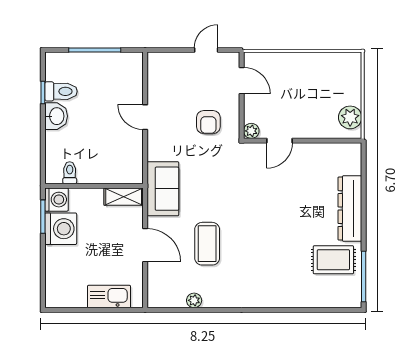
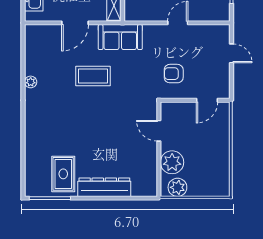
door: (206, 50) -> (232, 53), moved
plant: (251, 131) -> (172, 162), moved, width x1.87, depth x1.87
coffee table: (207, 244) -> (93, 76), moved
plant: (194, 300) -> (31, 82), moved

